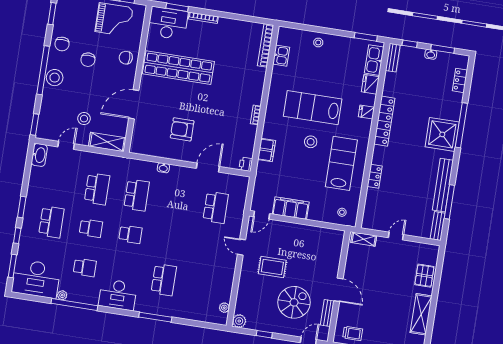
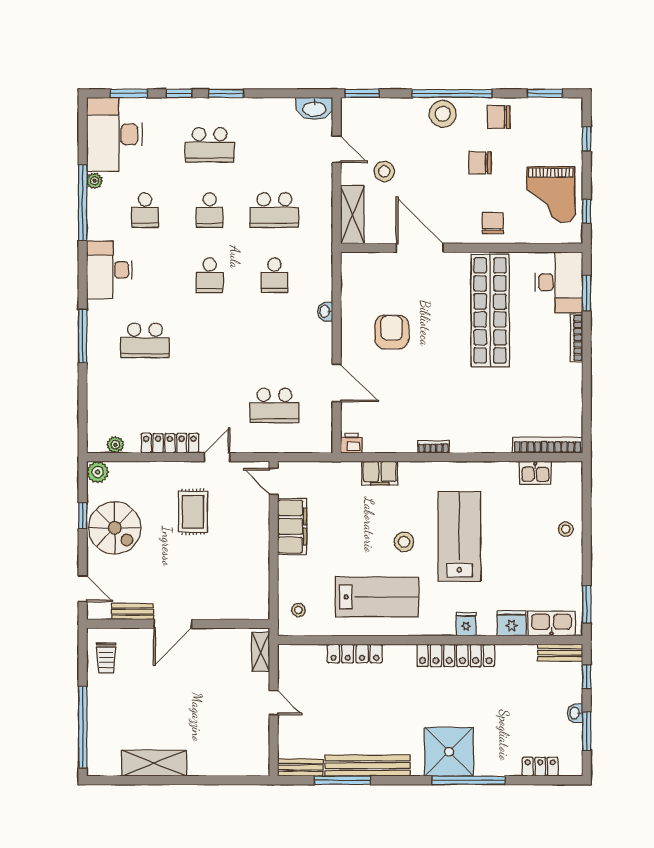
locker: (375, 176) -> (355, 654), width x1.53
school desk: (137, 195) -> (274, 275), width x0.54
locker: (229, 274) -> (170, 443), added
pallet: (424, 276) -> (217, 759), removed
spiral stairs: (294, 302) -> (115, 528), moved

